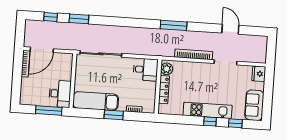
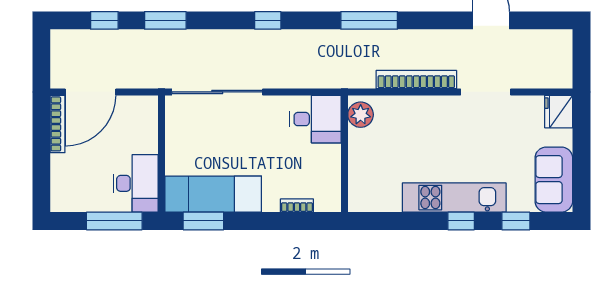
window: (127, 22) -> (268, 20), added
locker: (164, 90) -> (358, 159), removed
window: (114, 115) -> (203, 221), moved

